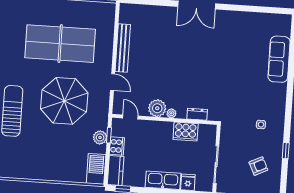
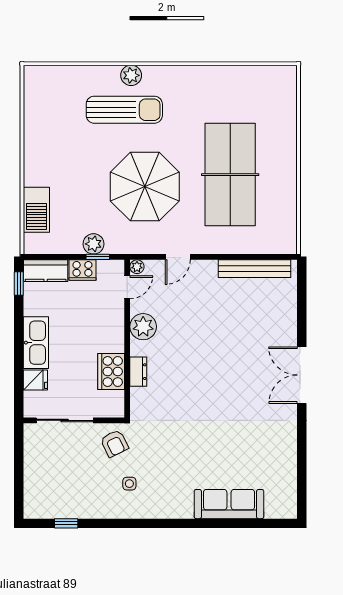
bench: (123, 48) -> (255, 269), moved
plant: (171, 113) -> (137, 267), moved
dresser: (197, 114) -> (138, 372), moved
window: (286, 151) -> (66, 523), moved
armchair: (258, 166) -> (114, 443), moved
barbecue: (96, 169) -> (36, 210), moved, turned 90

